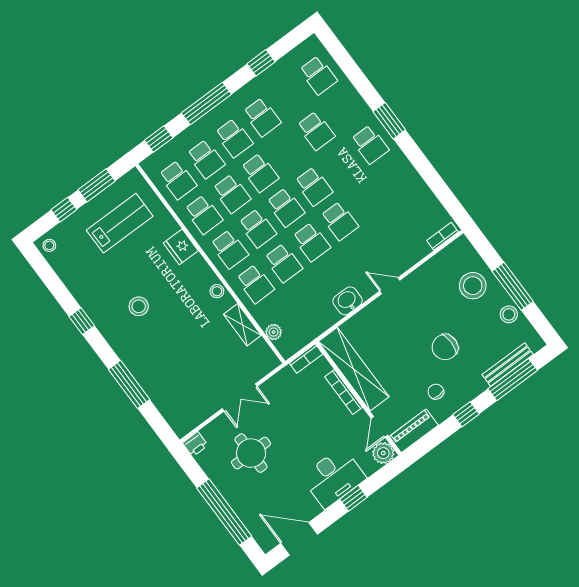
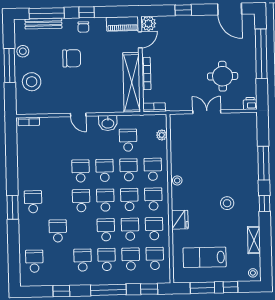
school desk: (309, 298) -> (128, 140), added
window: (82, 321) -> (265, 204), moved
shelving: (242, 325) -> (254, 240), moved
chair: (436, 392) -> (83, 27), moved
desk: (334, 477) -> (186, 30), removed

